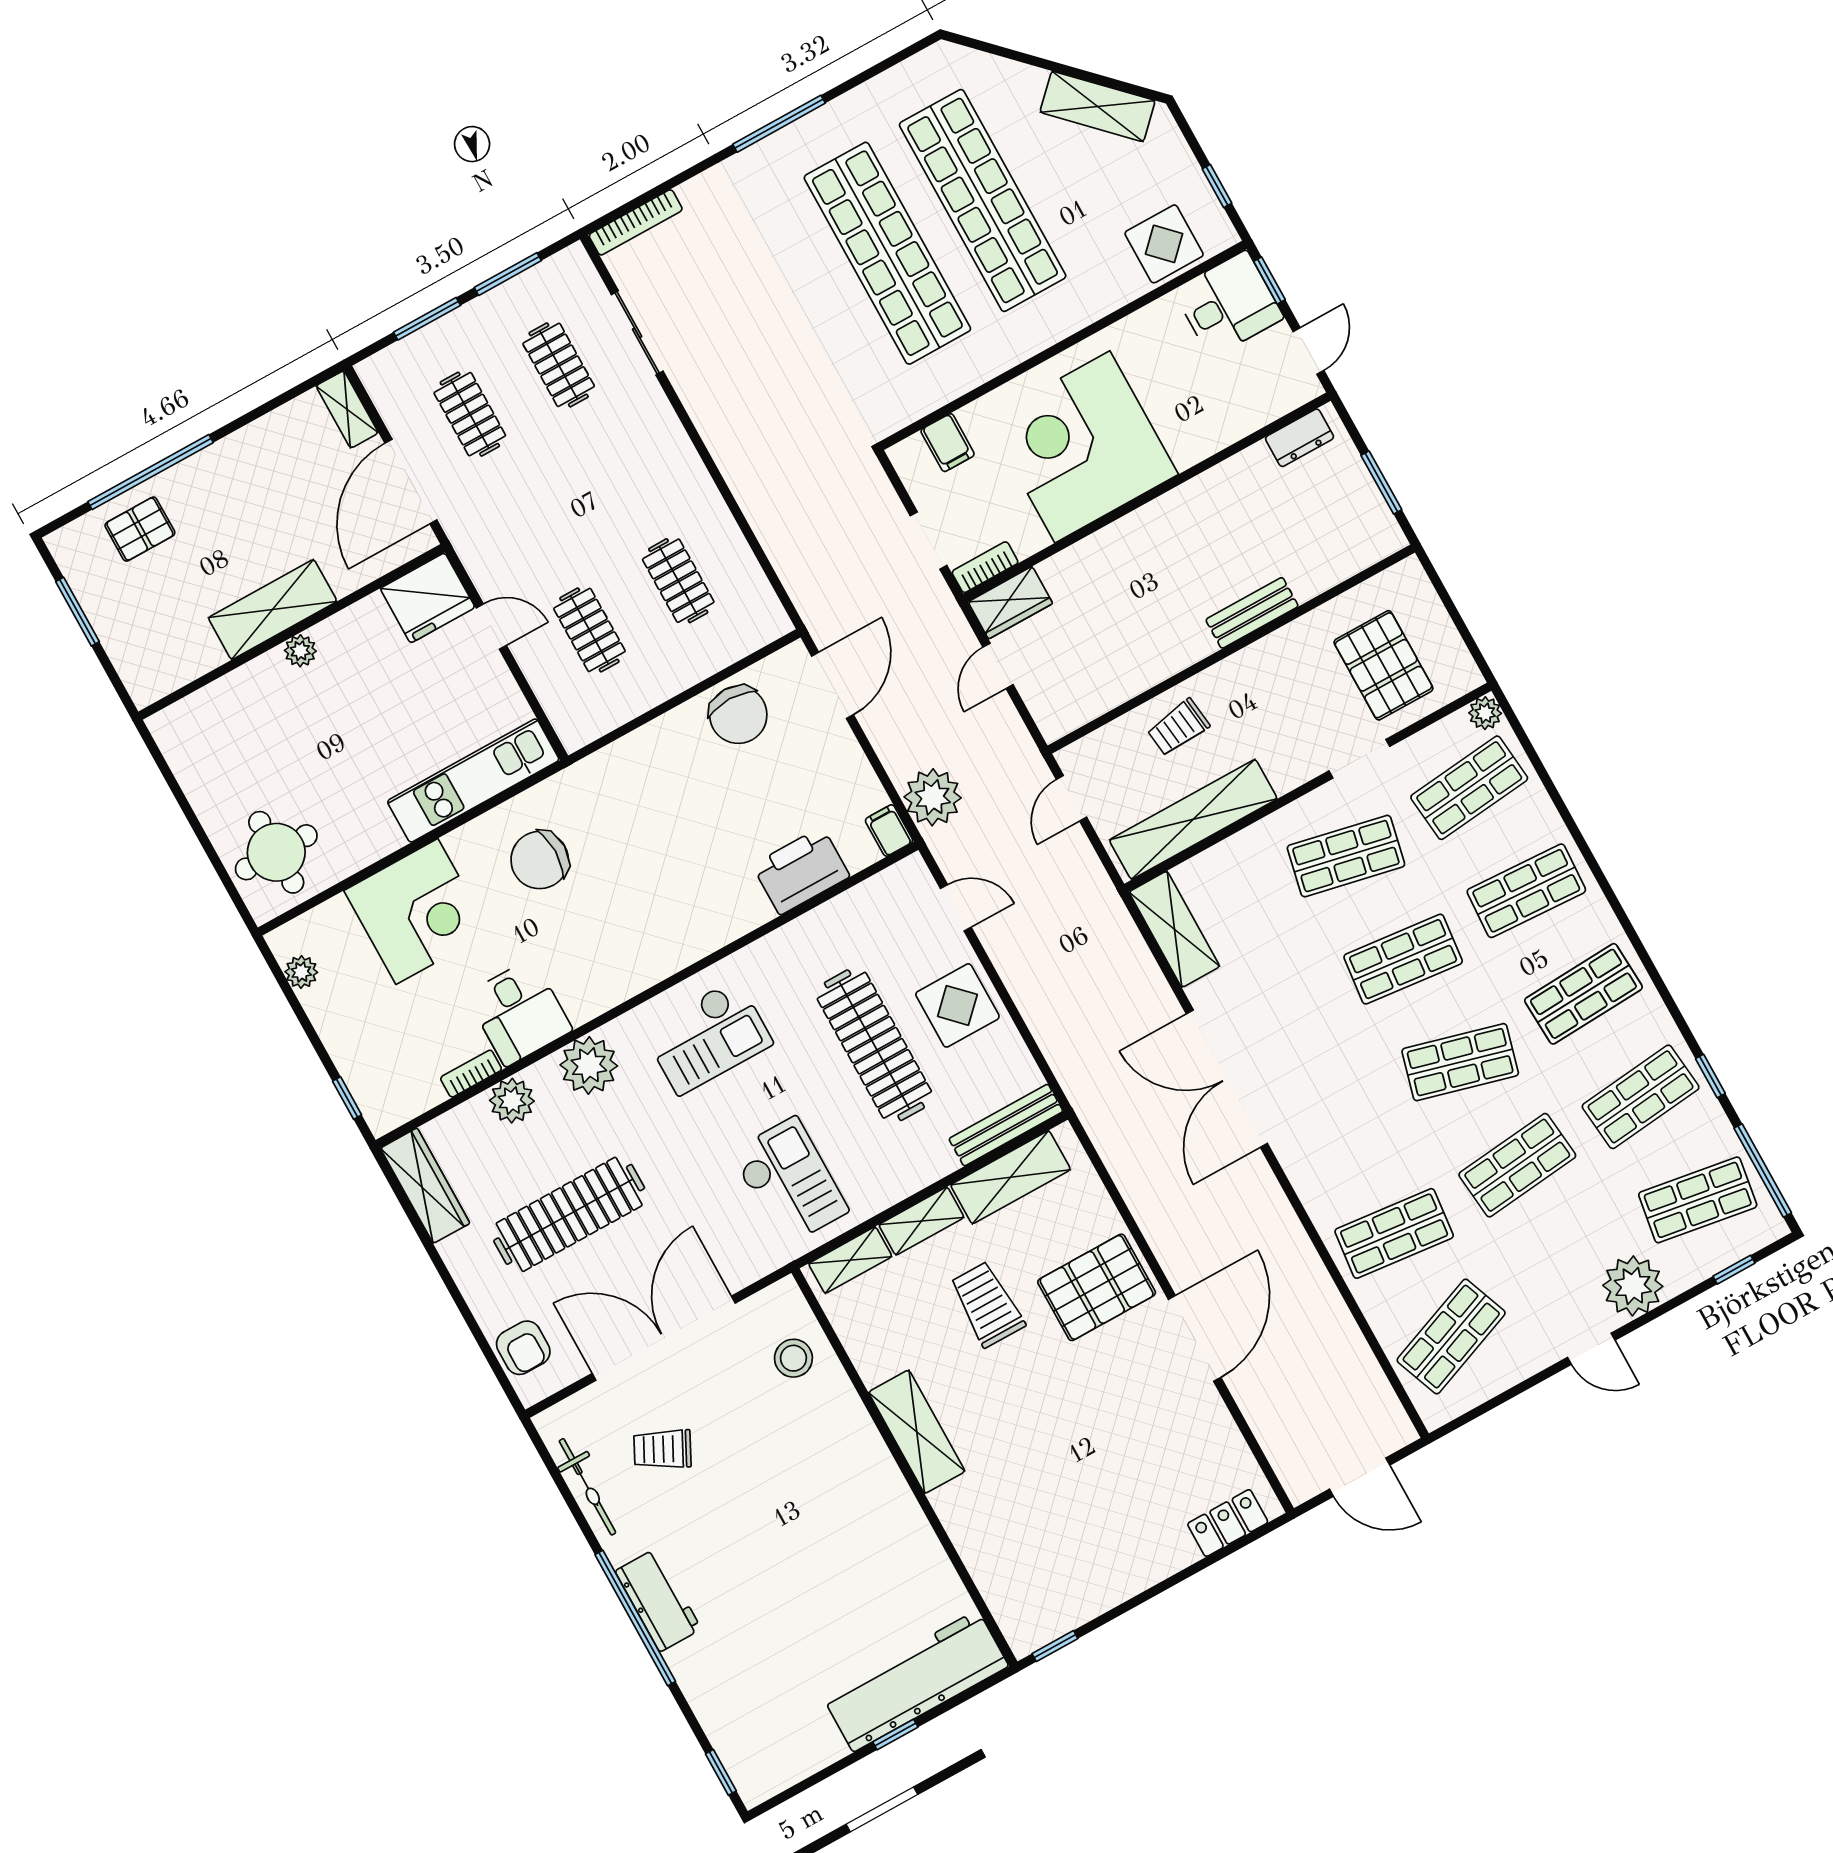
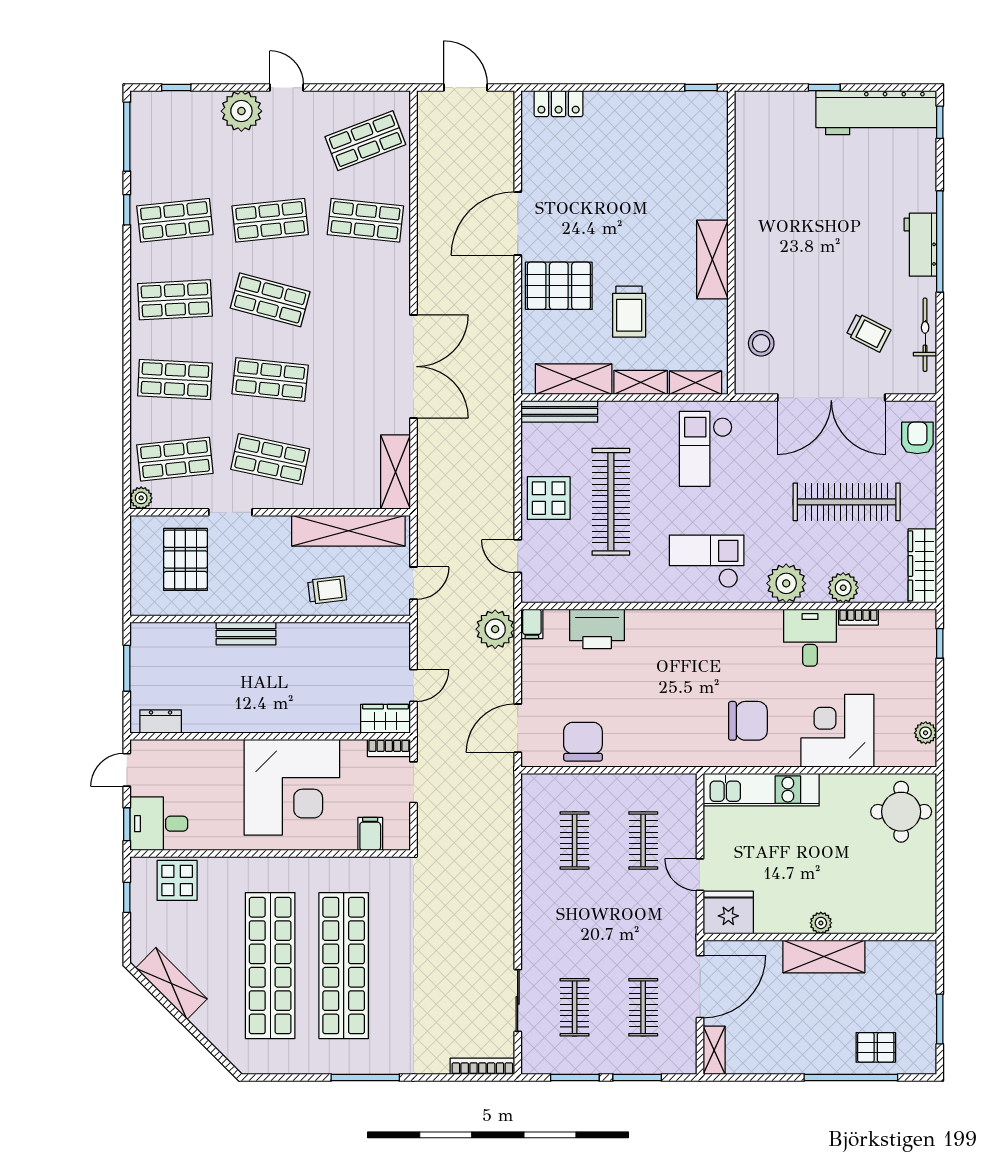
shop shelf: (1698, 1200) -> (175, 141), removed
workbench: (915, 1681) -> (876, 113), moved

